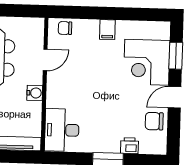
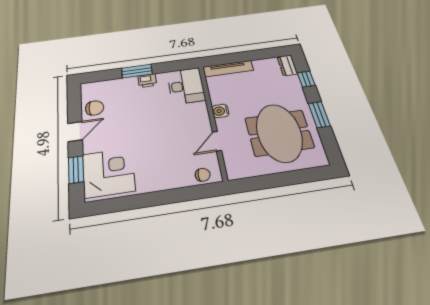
filing cabinet: (107, 30) -> (155, 182), removed
corner desk: (147, 62) -> (108, 172), moved
printer: (129, 146) -> (147, 81), moved

